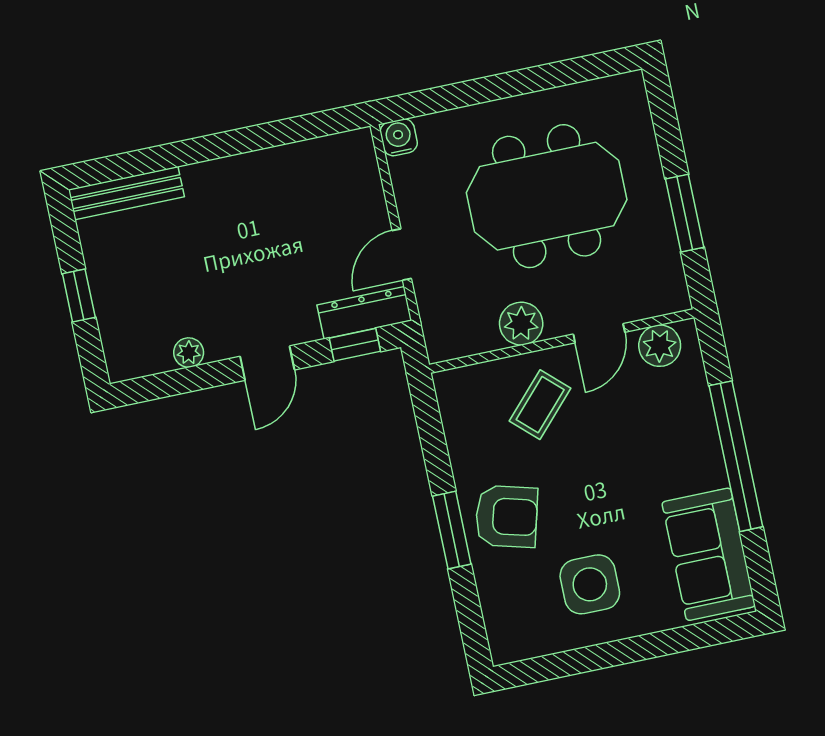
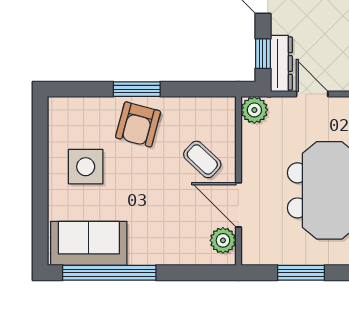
plant: (521, 324) -> (254, 110), moved
door: (599, 333) -> (238, 205), width x1.38
window: (736, 456) -> (109, 273), moved

